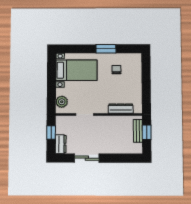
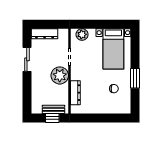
plant: (103, 124) -> (60, 75), added
window: (51, 133) -> (52, 24), removed
dresser: (61, 144) -> (45, 34), width x1.44

